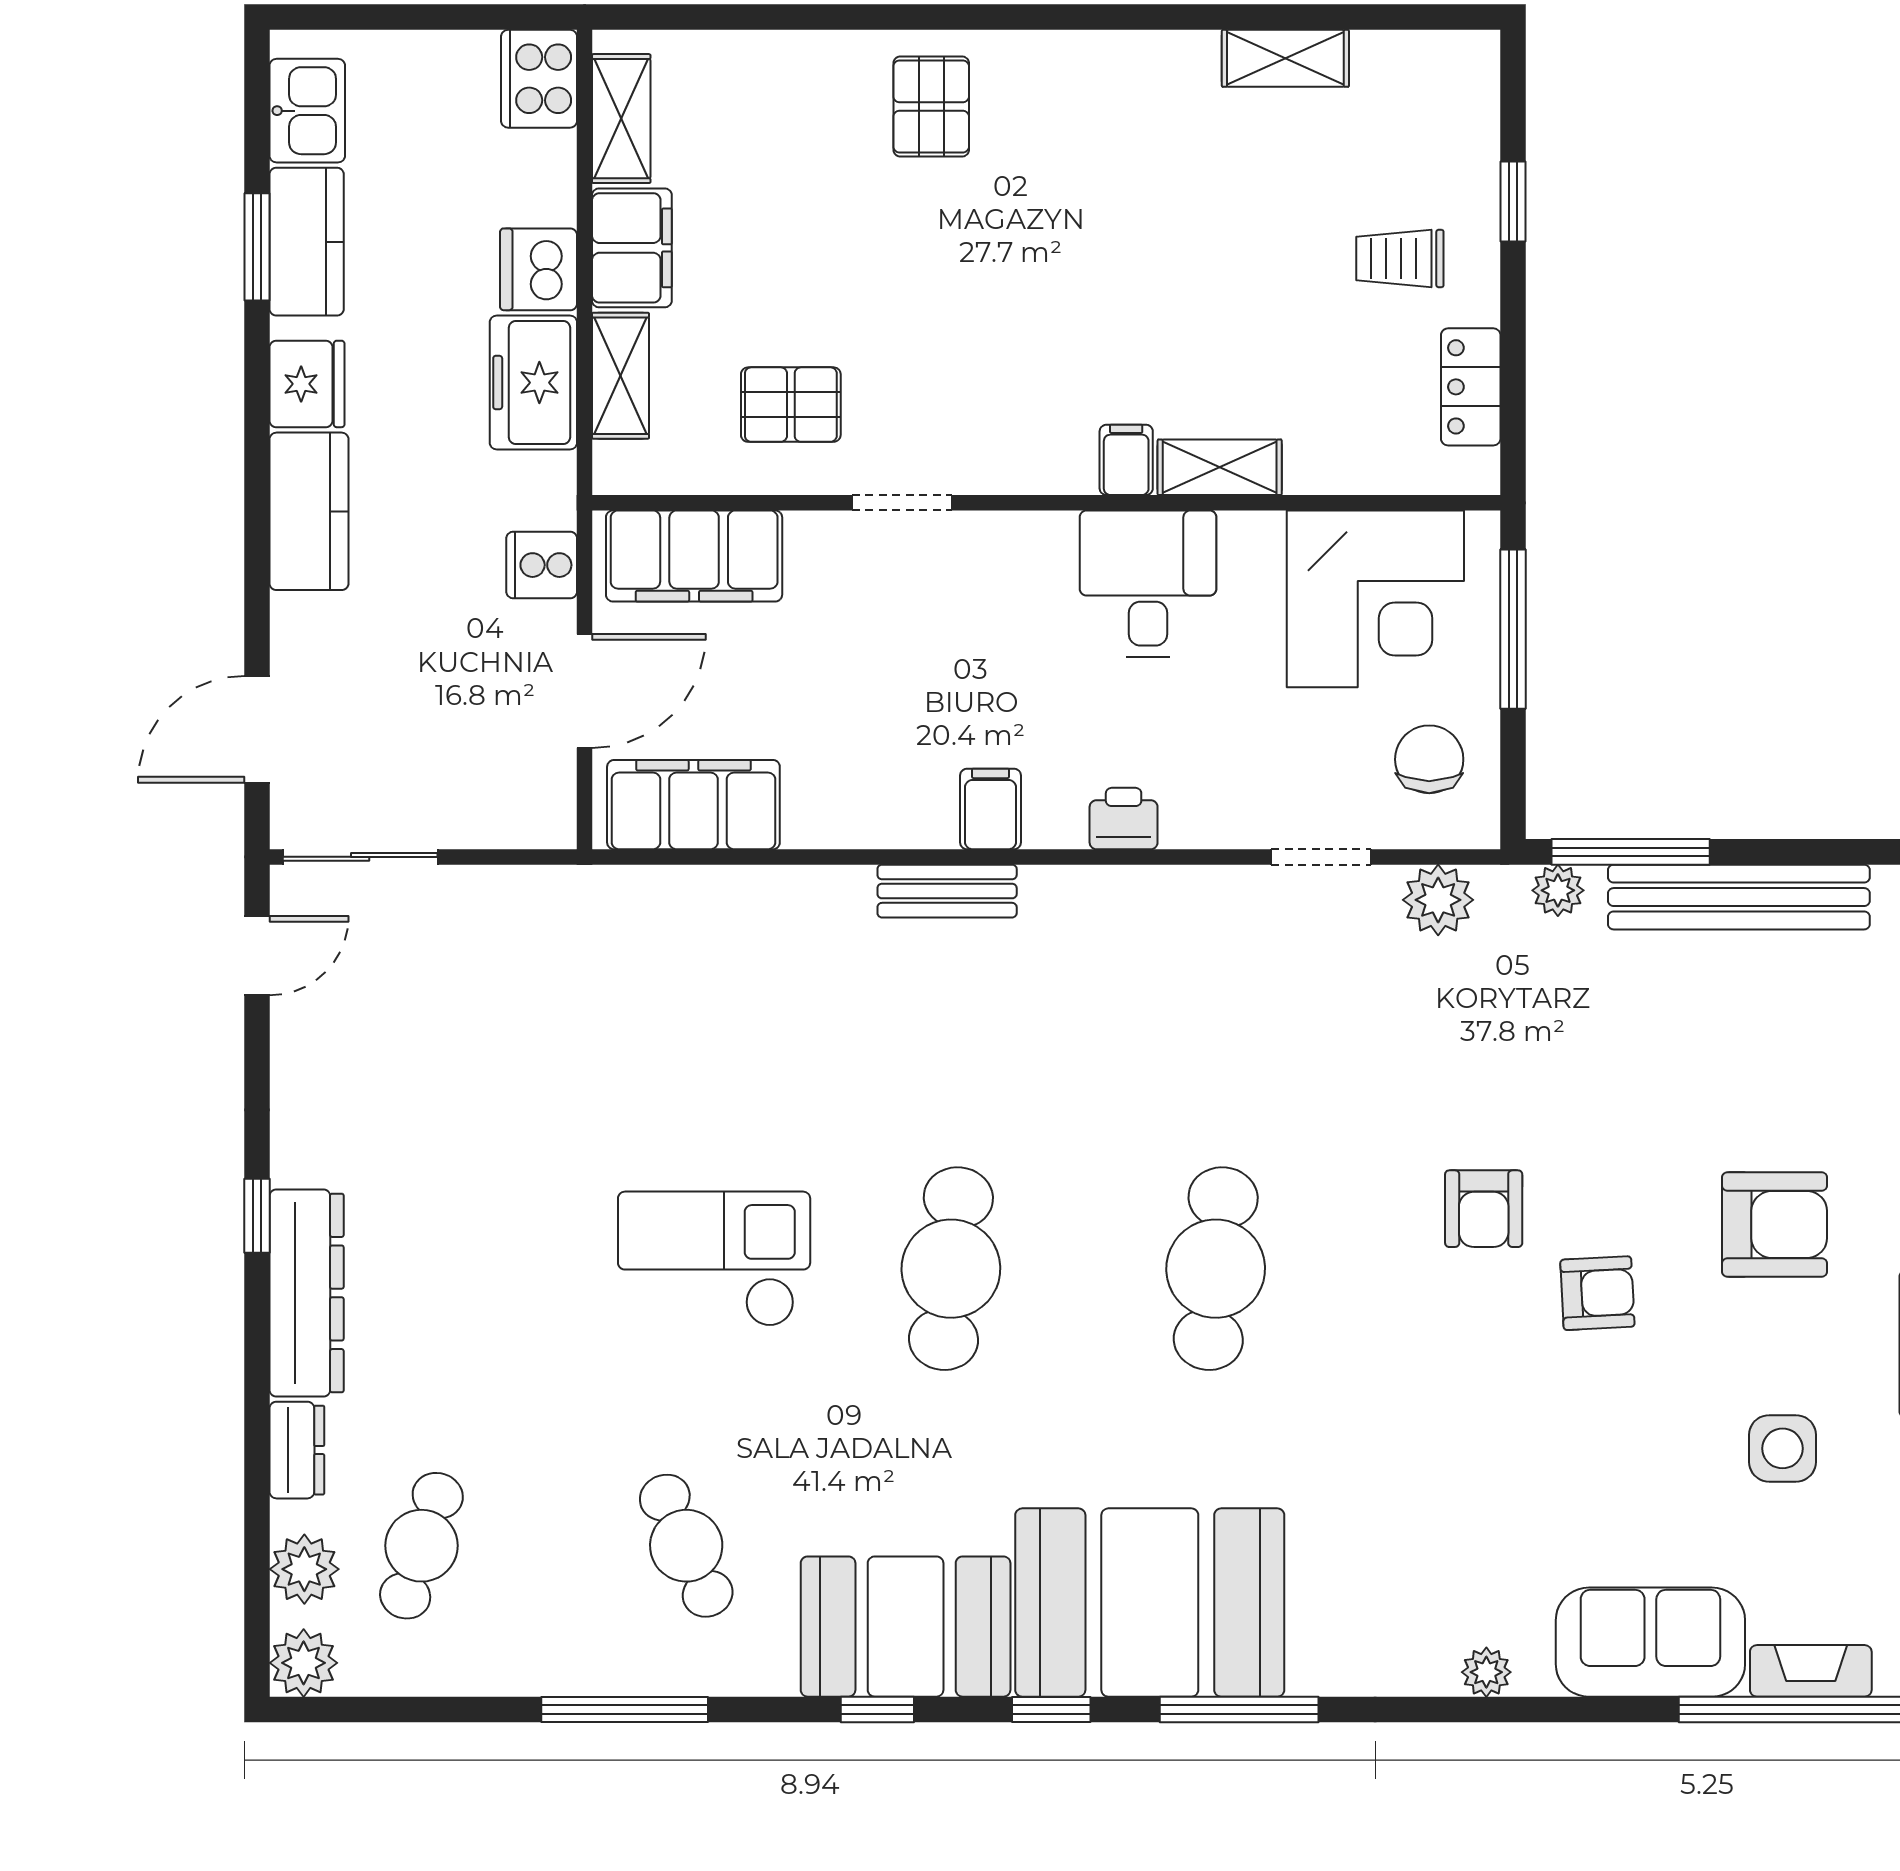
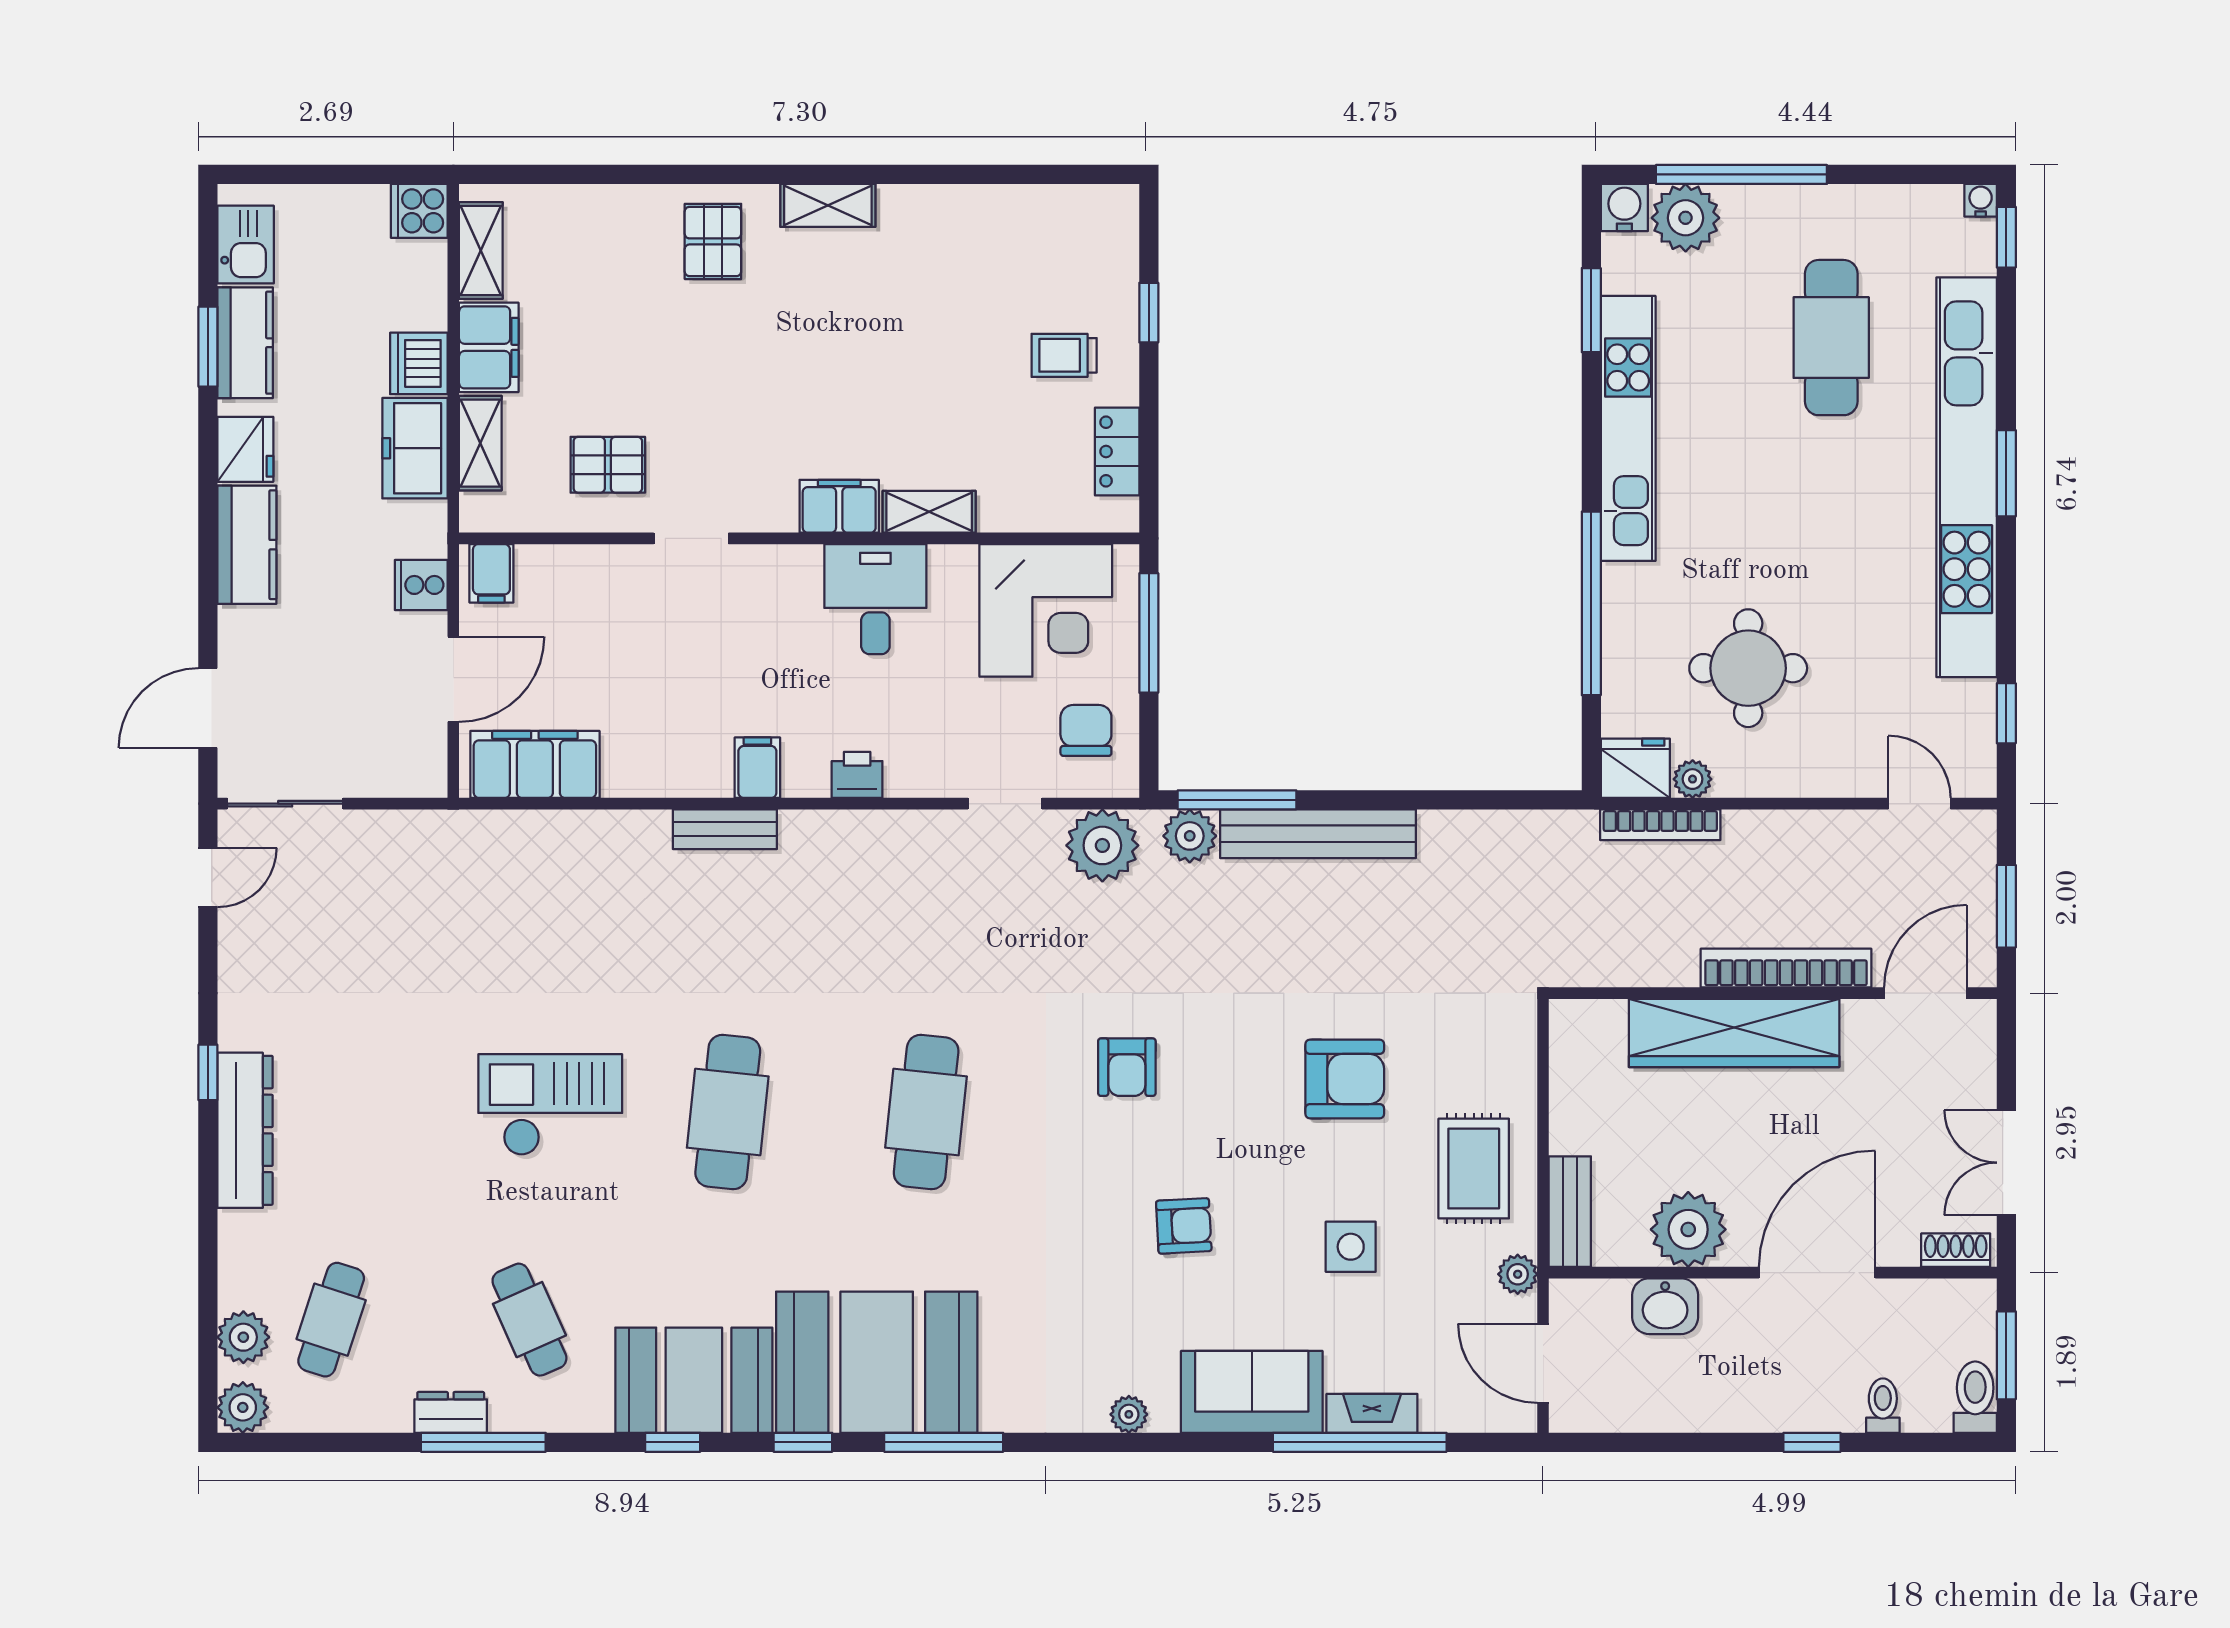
shelving: (1285, 58) -> (828, 205), moved
cooker: (539, 79) -> (419, 211), width x0.73
filing cabinet: (1126, 460) -> (839, 506), width x2.00
filing cabinet: (694, 556) -> (491, 573), width x0.33, depth x0.86
plant: (1558, 890) -> (1190, 836), width x1.38, depth x1.38
plant: (1438, 900) -> (1102, 845), width x1.36, depth x1.36
armchair: (1597, 1293) -> (1184, 1226), moved
dresser: (297, 1450) -> (451, 1412), moved, turned -90

